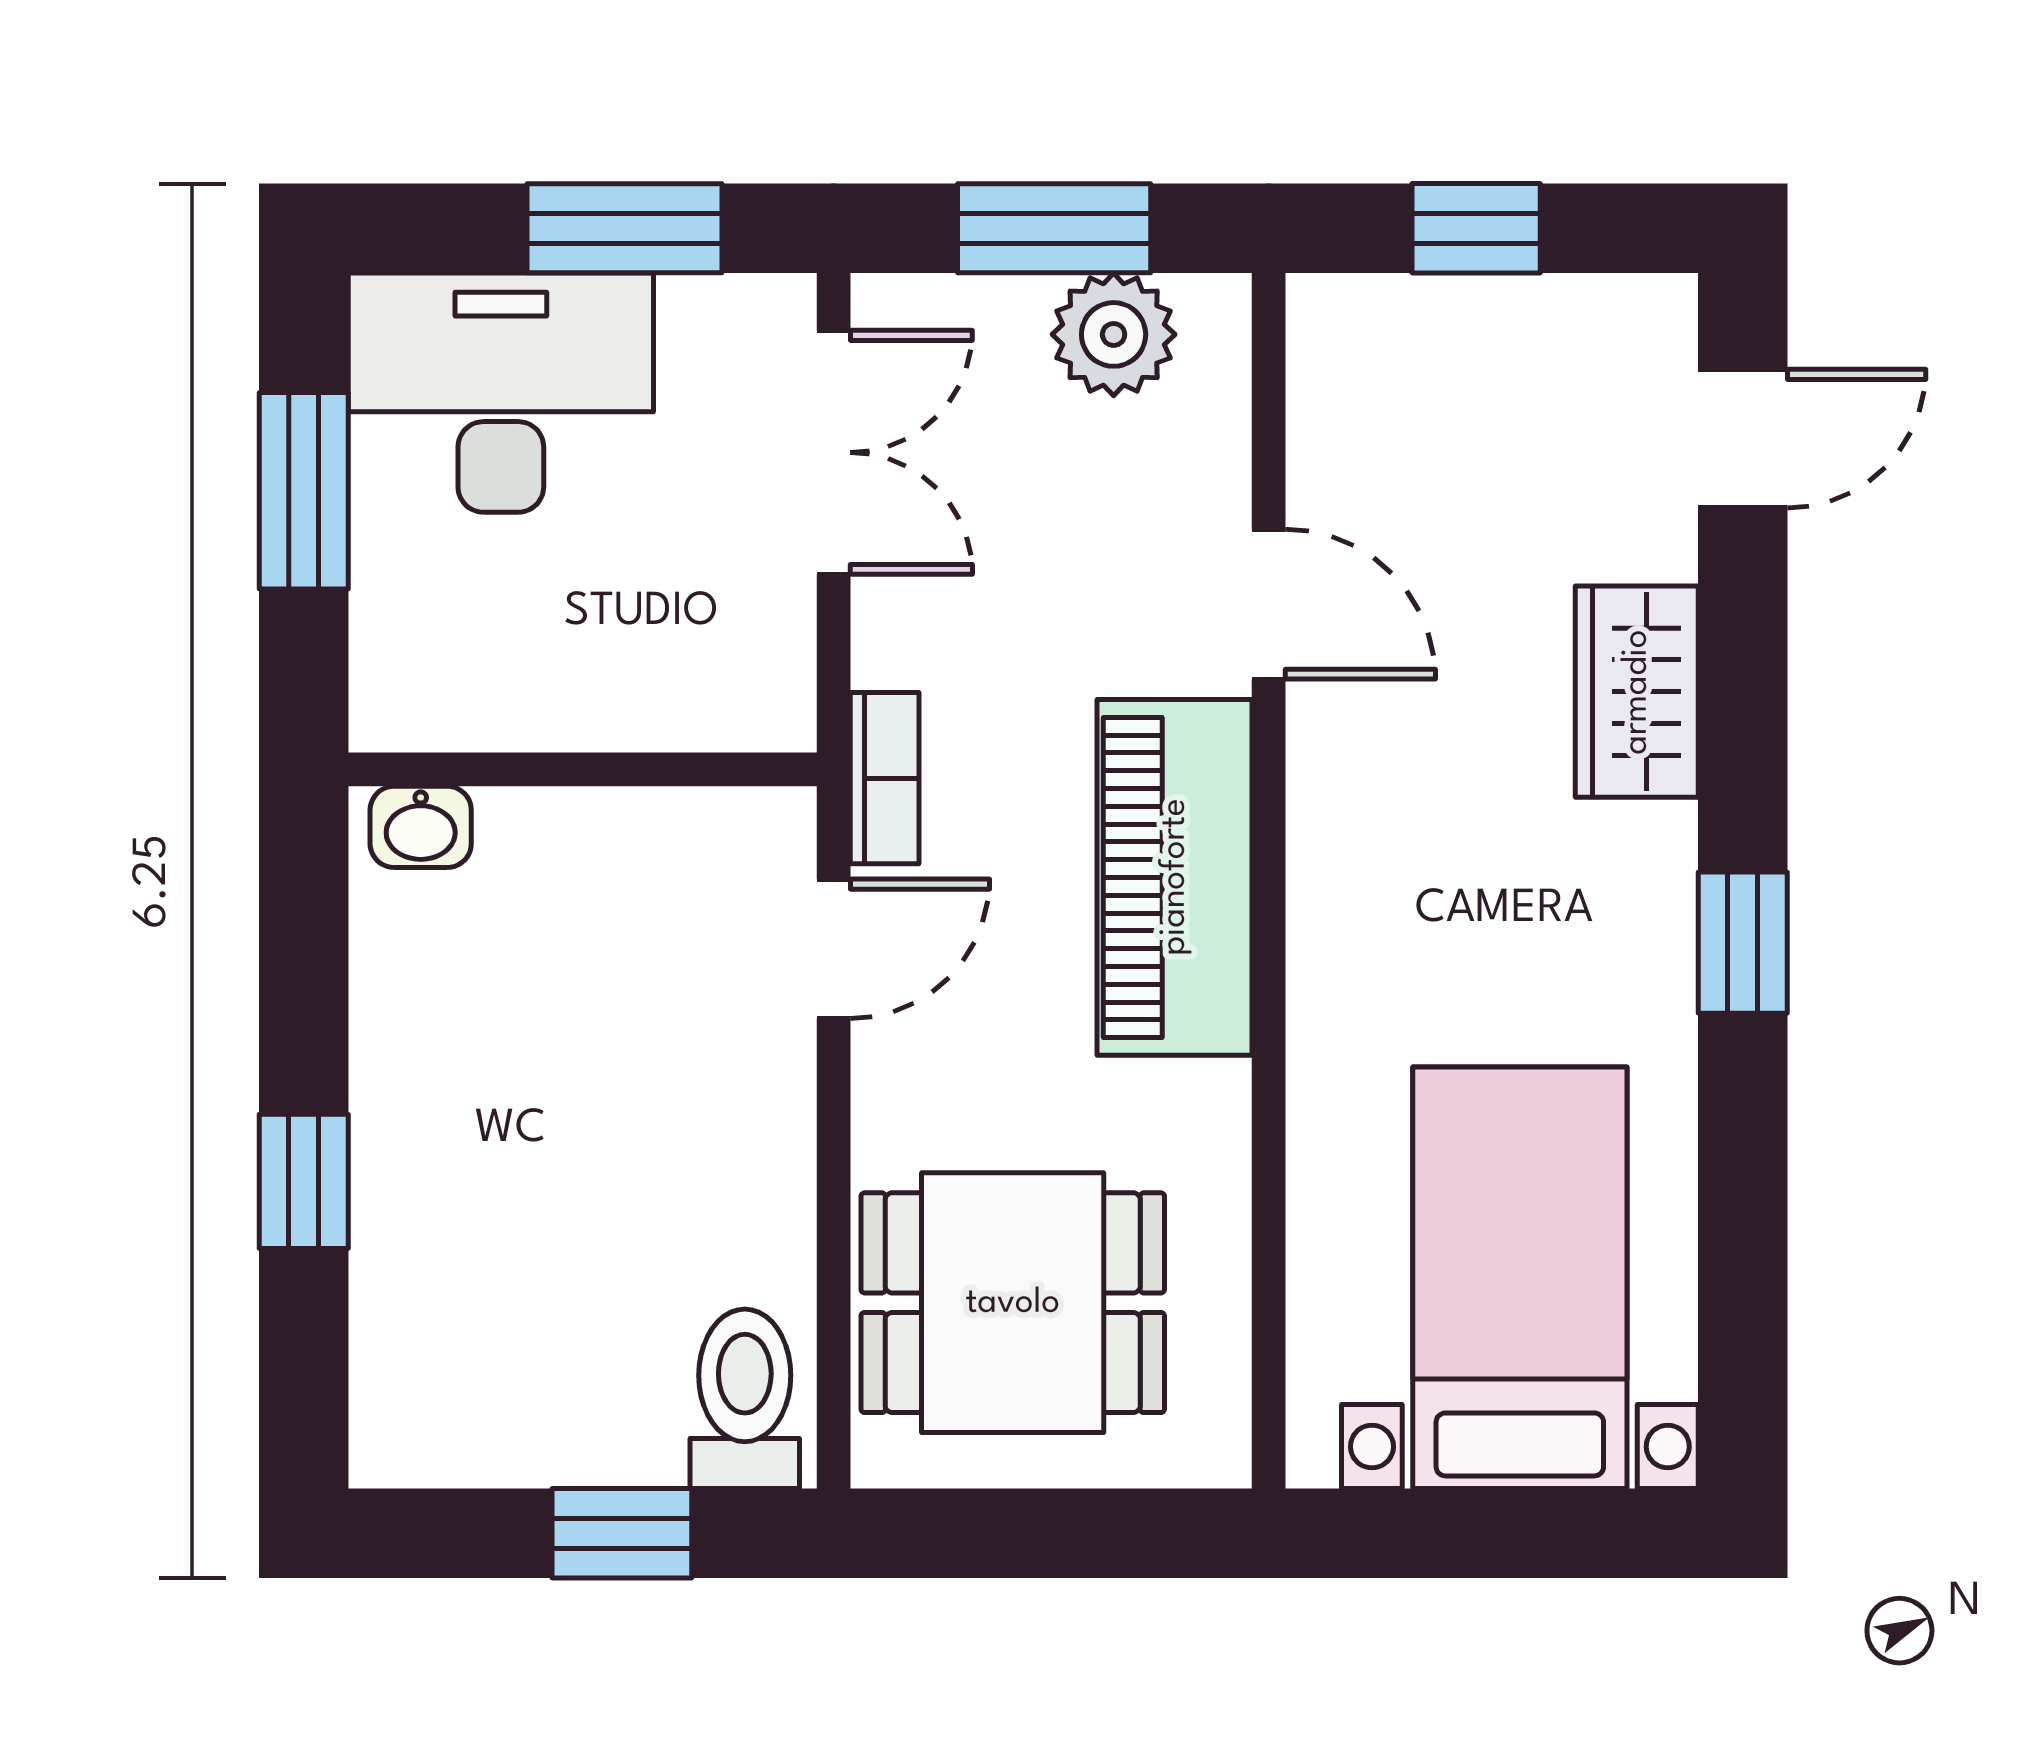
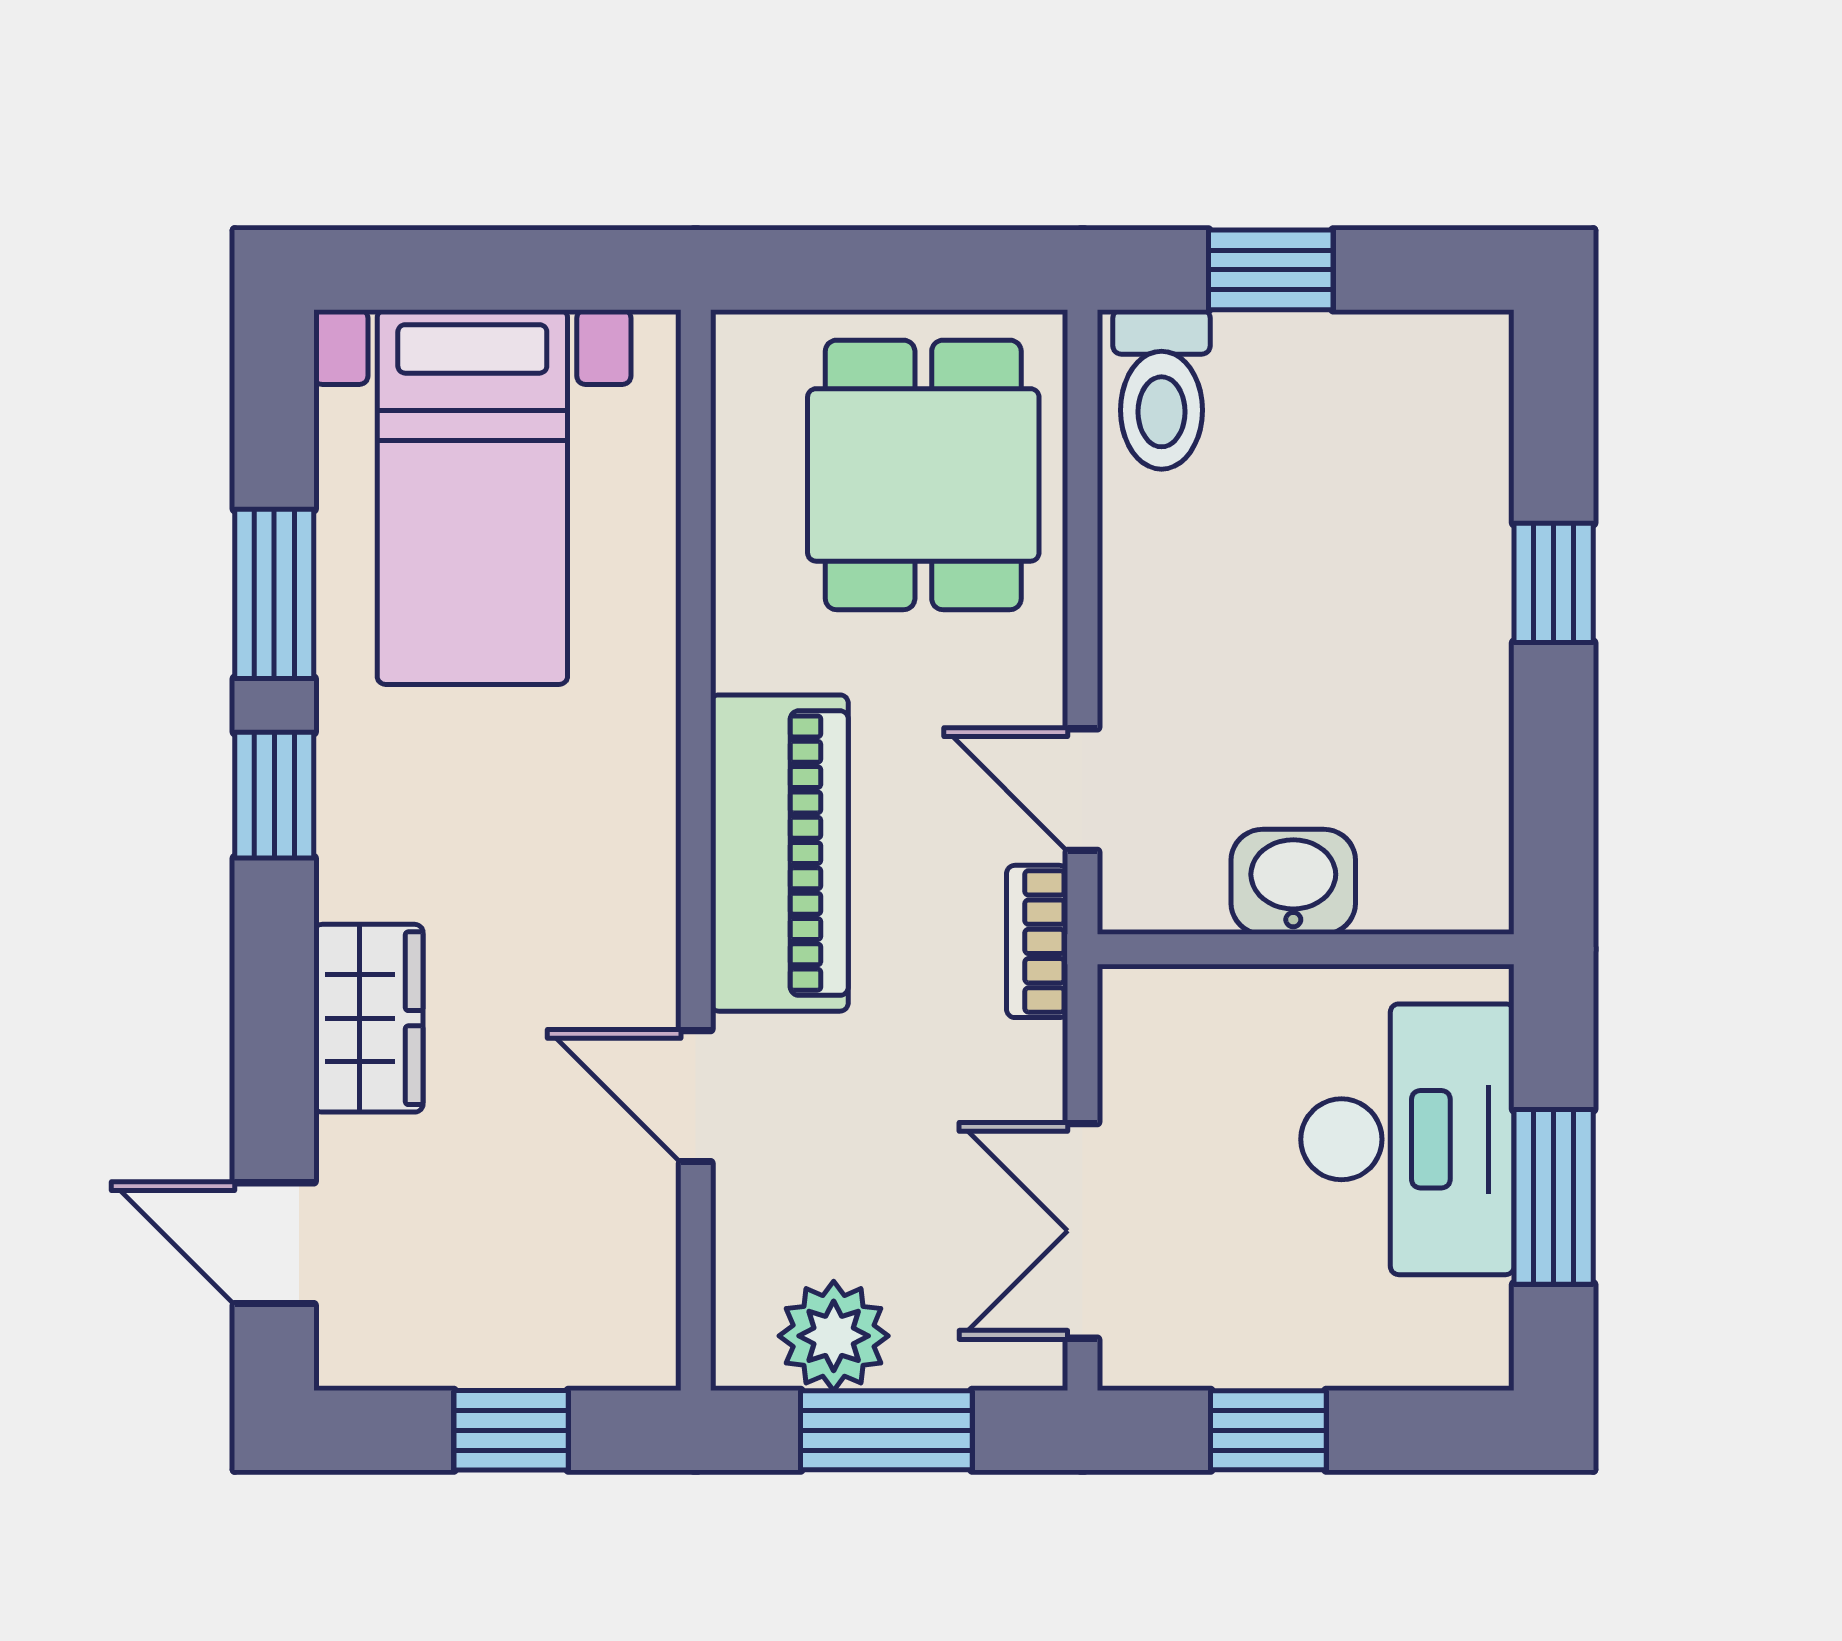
window: (625, 228) -> (1268, 1430), width x0.67
desk: (501, 393) -> (1407, 1139), moved, turned -90
door: (1743, 439) -> (274, 1243), hinge flipped
washbasin: (421, 827) -> (1293, 882), moved, width x1.38, depth x1.45
door: (834, 949) -> (1083, 790), hinge flipped
window: (1743, 1169) -> (274, 594), added
dining table: (1013, 1303) -> (923, 475), turned 90

